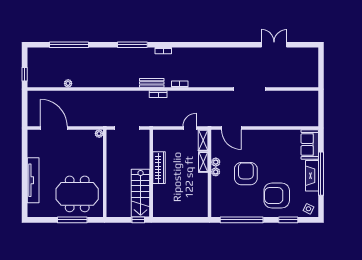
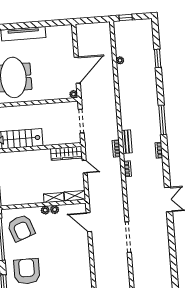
window: (69, 45) -> (158, 58), width x0.47
double door: (274, 45) -> (168, 200), moved
door: (54, 128) -> (77, 70), moved
door: (190, 128) -> (85, 167), moved
door: (231, 128) -> (89, 222), hinge flipped
wardrobe: (159, 168) -> (66, 153), moved
armchair: (246, 174) -> (21, 228), moved, turned 70

